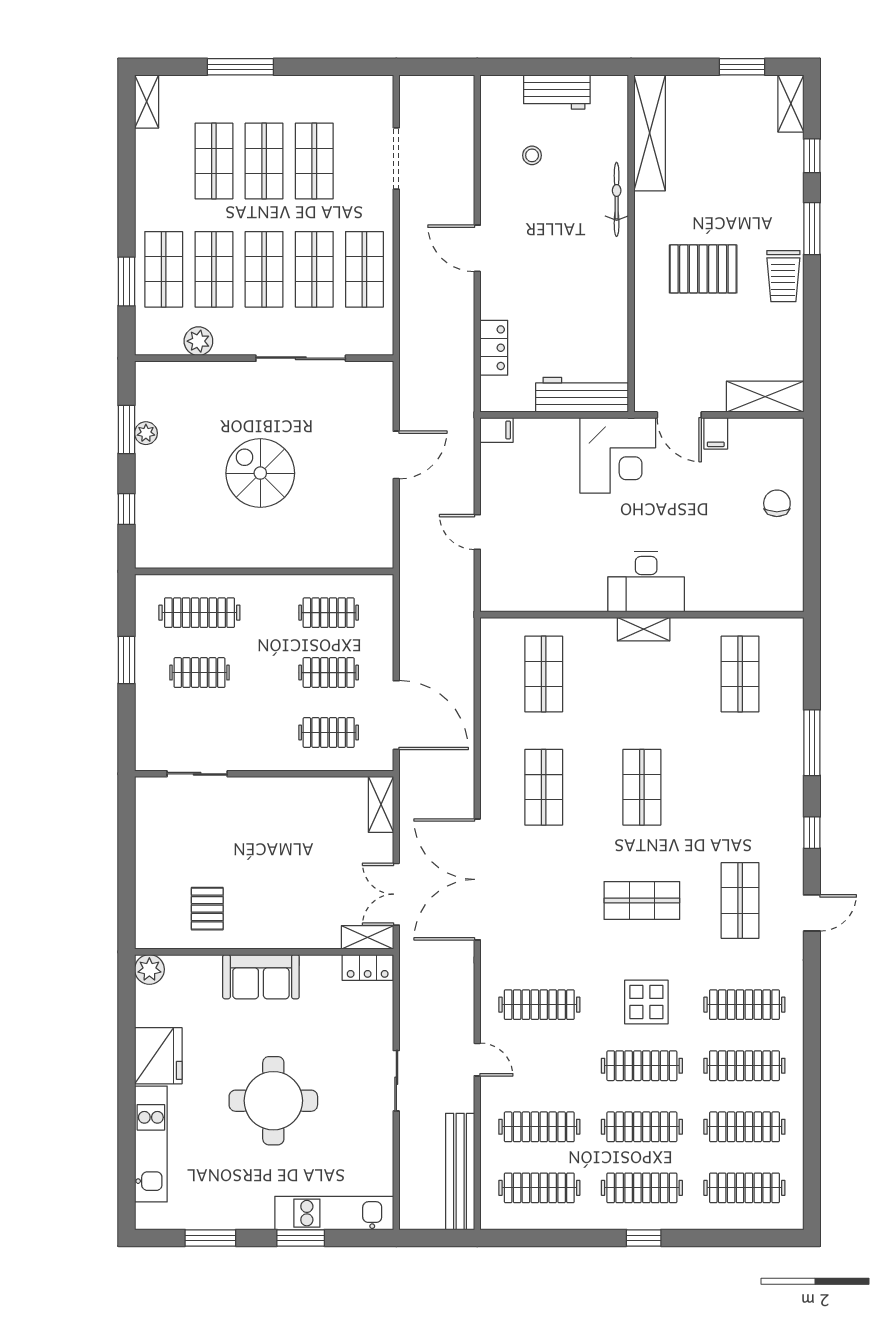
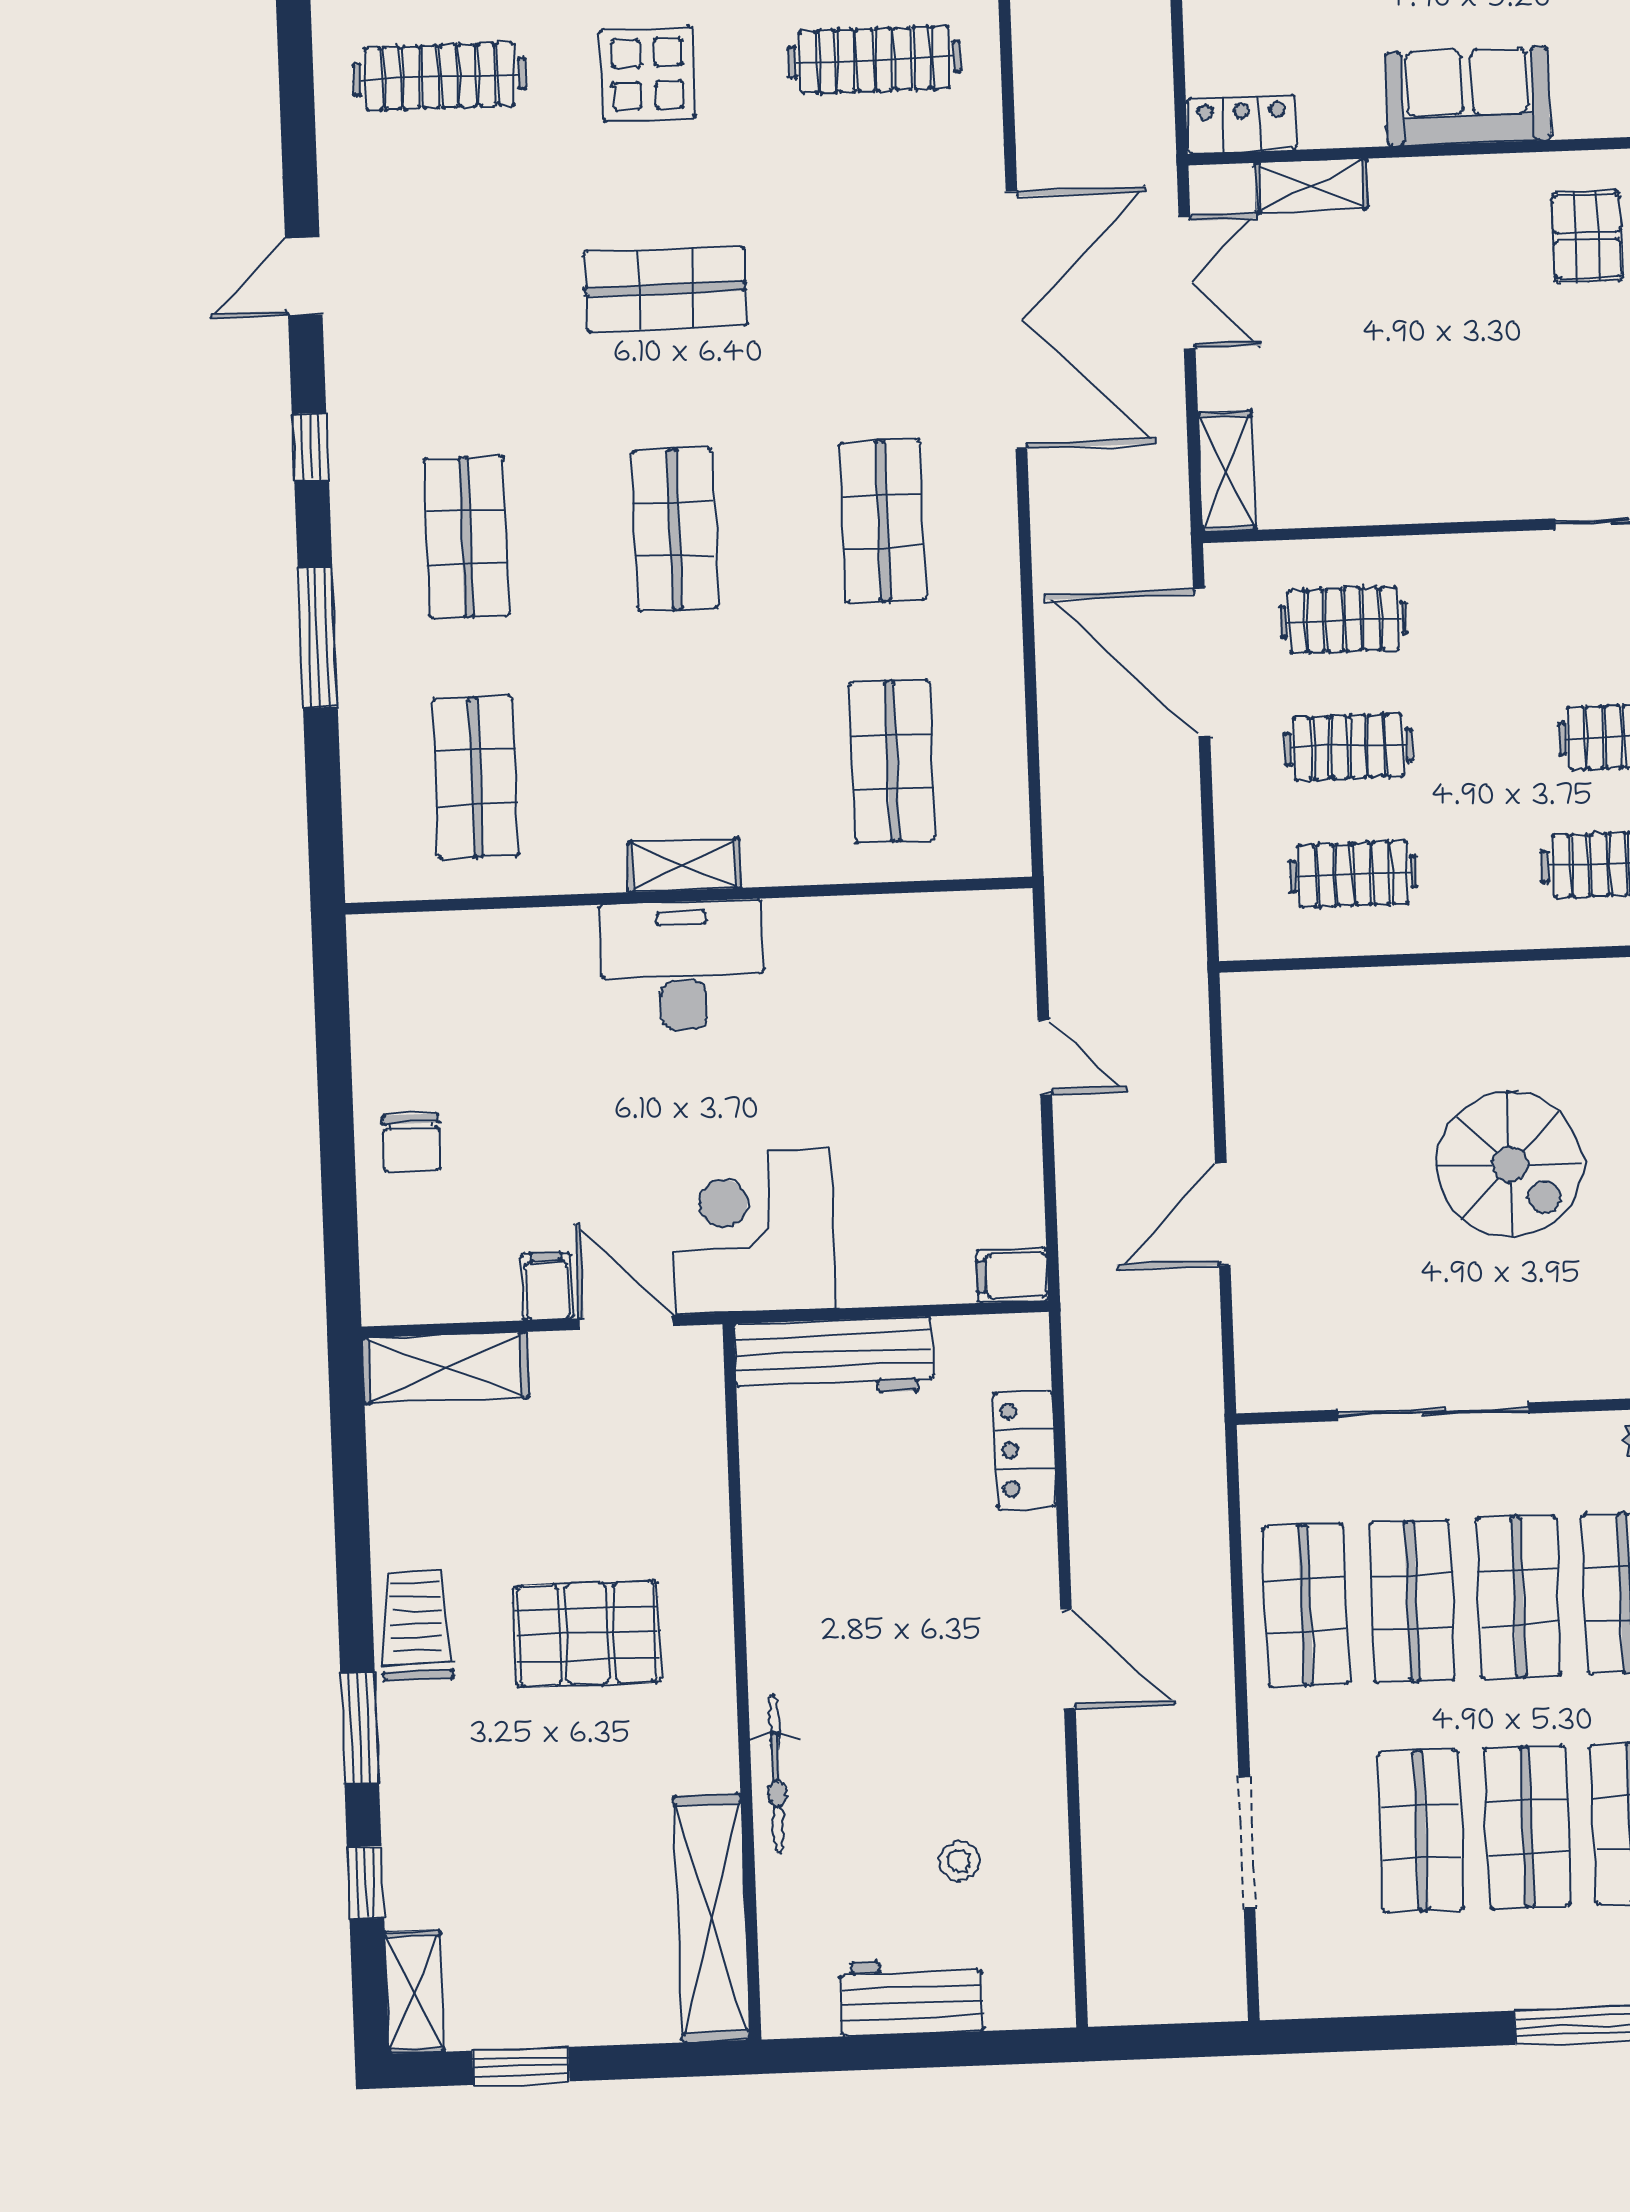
shop shelf: (740, 900) -> (466, 537), moved
shelving: (367, 937) -> (1311, 186), moved

